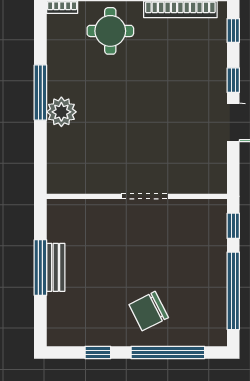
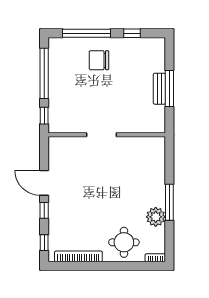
plant: (61, 112) -> (156, 217), moved
chair: (149, 311) -> (99, 60), turned -153

